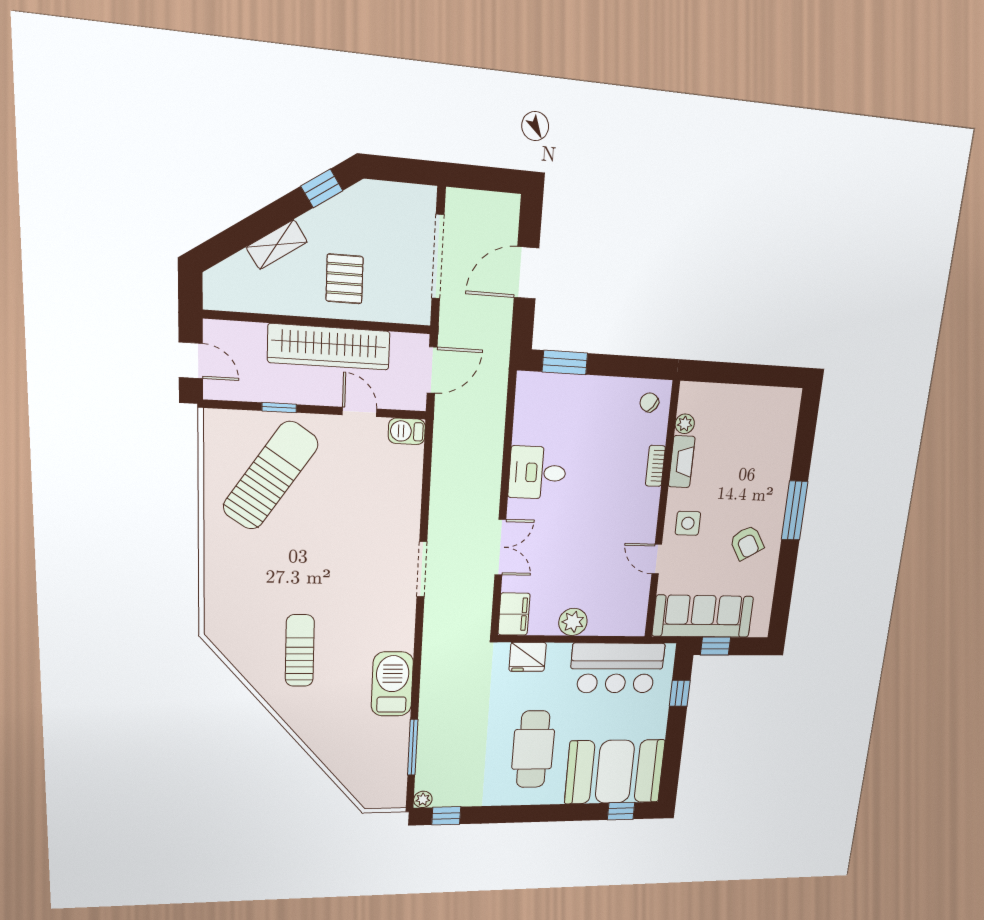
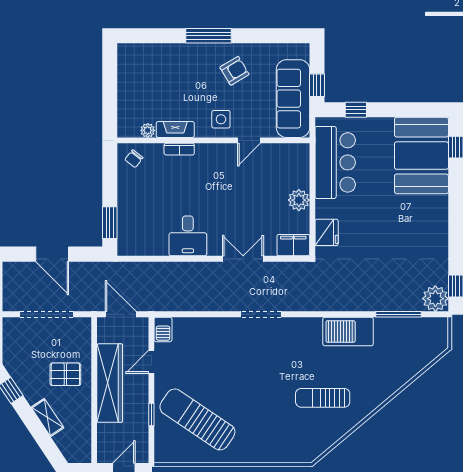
cafe table: (533, 749) -> (401, 222), removed
plant: (423, 799) -> (435, 299), width x1.87, depth x1.87

